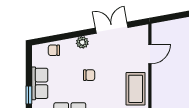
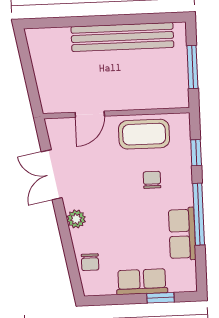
door: (150, 54) -> (90, 114), swing flipped
chair: (89, 75) -> (152, 180), moved

